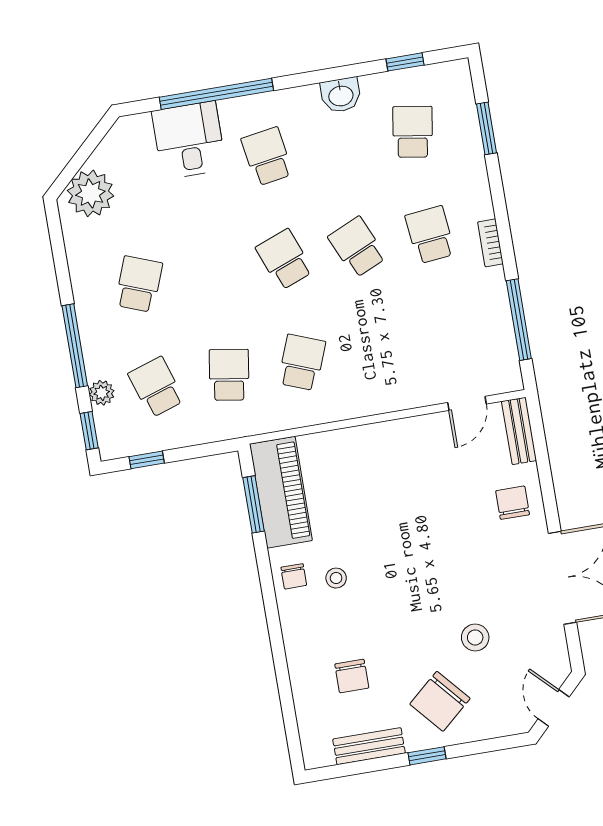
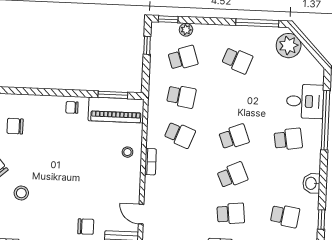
window: (75, 346) -> (257, 23), moved
bookcase: (365, 407) -> (151, 162), added
stool: (336, 578) -> (127, 152), moved

